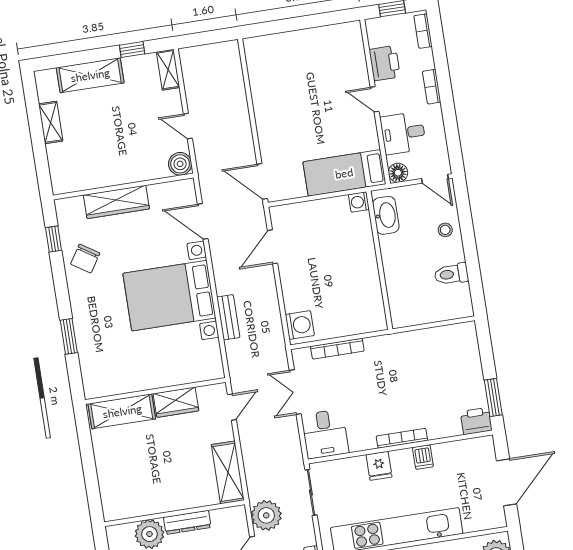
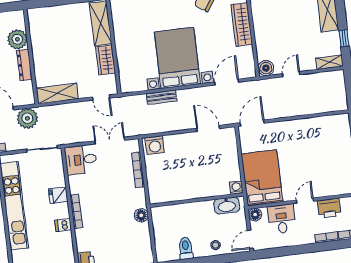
bookcase: (432, 87) -> (326, 237), moved
bed: (344, 173) -> (262, 178), width x1.50
floor lamp: (405, 342) -> (141, 215), added

